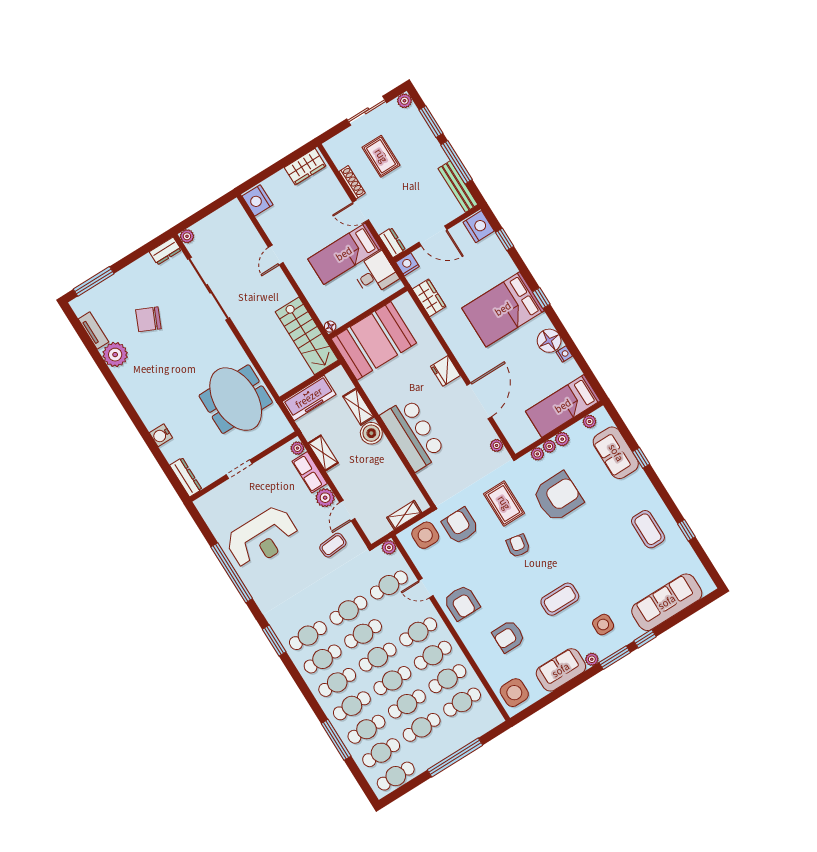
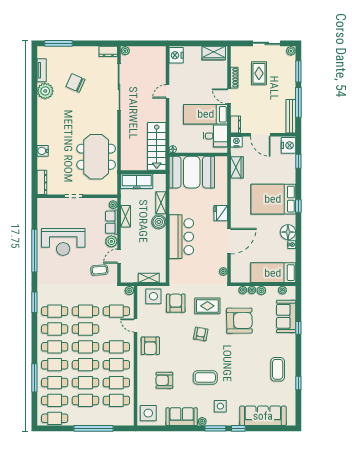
rug: (504, 503) -> (207, 306), turned 90

